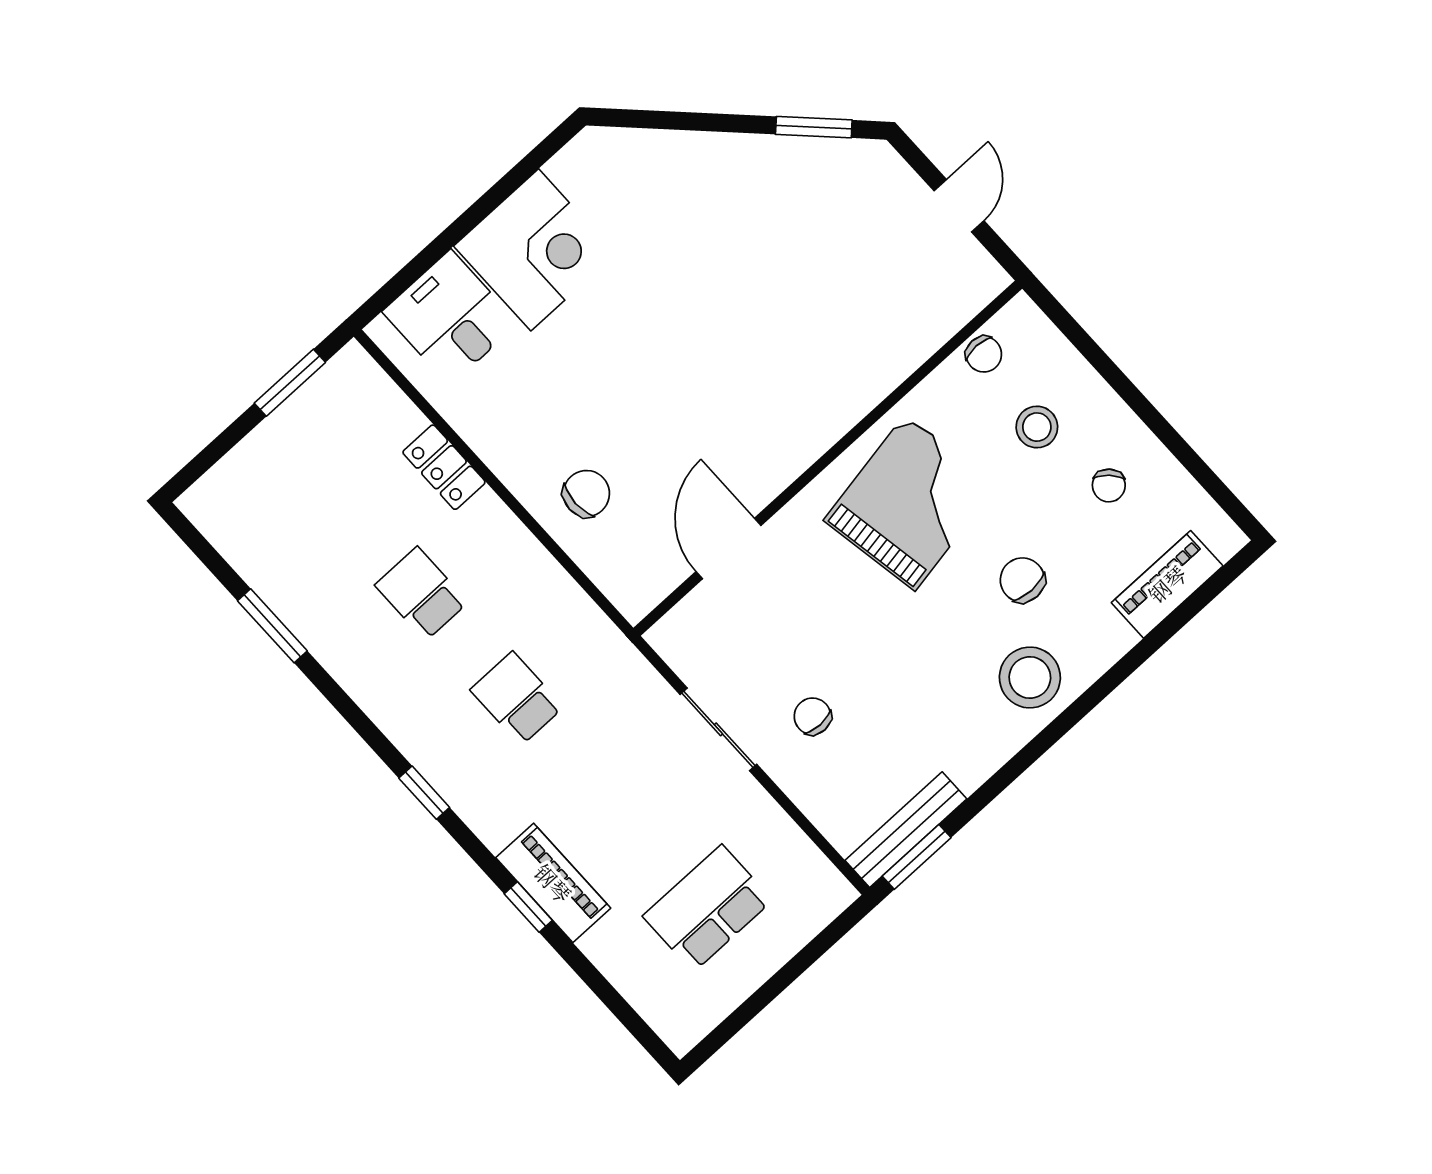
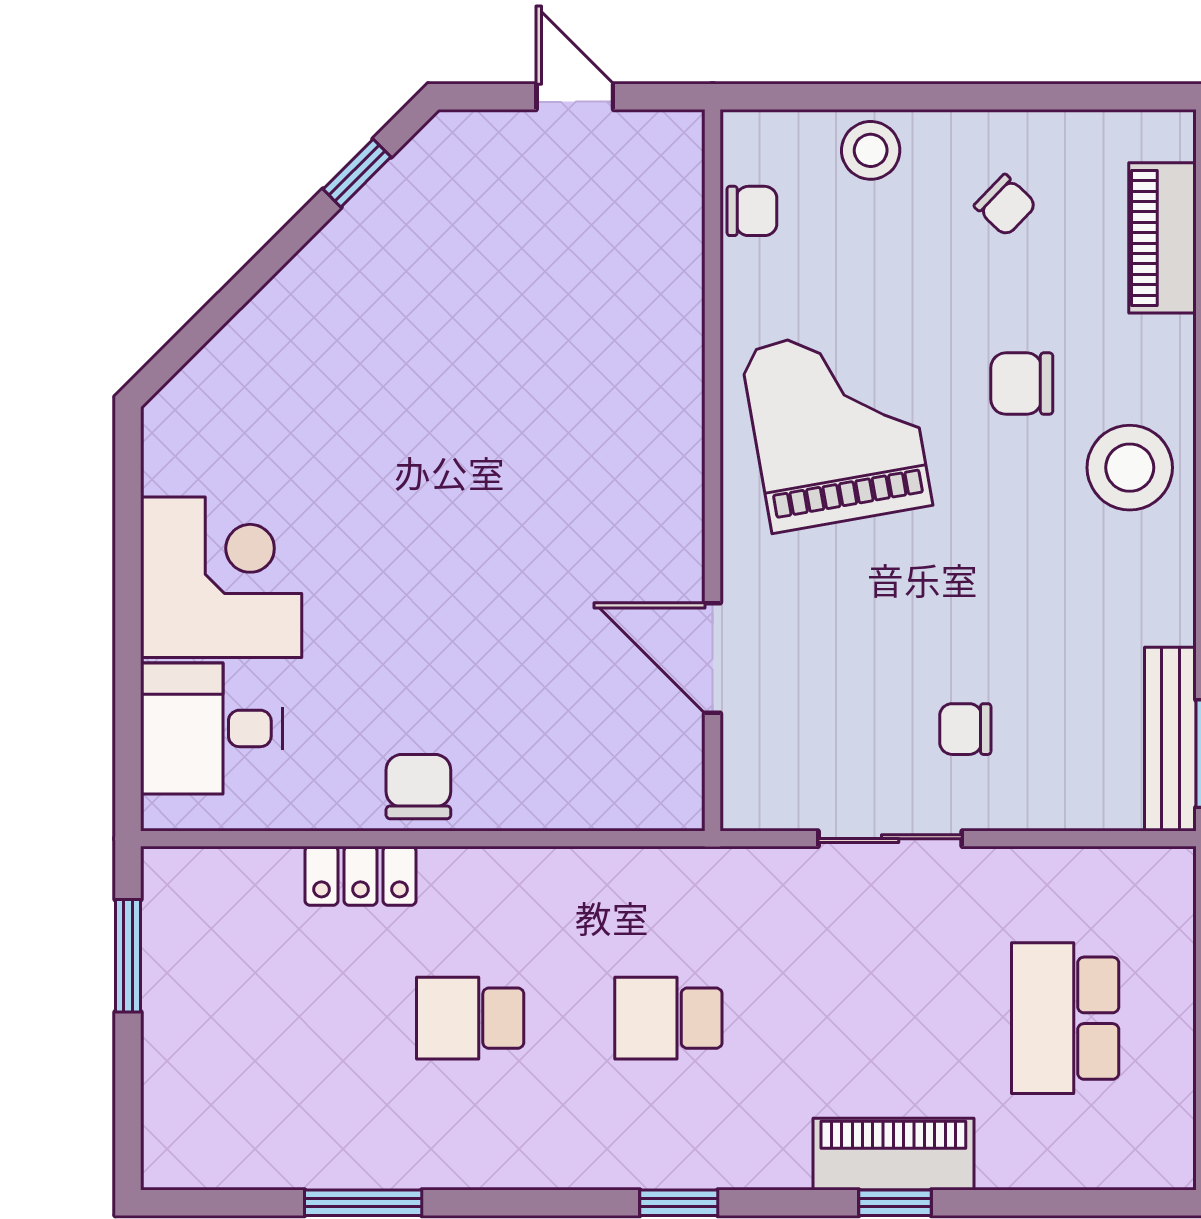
window: (814, 127) -> (357, 173), width x0.67
stool: (1037, 427) -> (871, 150), moved
chair: (586, 494) -> (418, 787), moved

